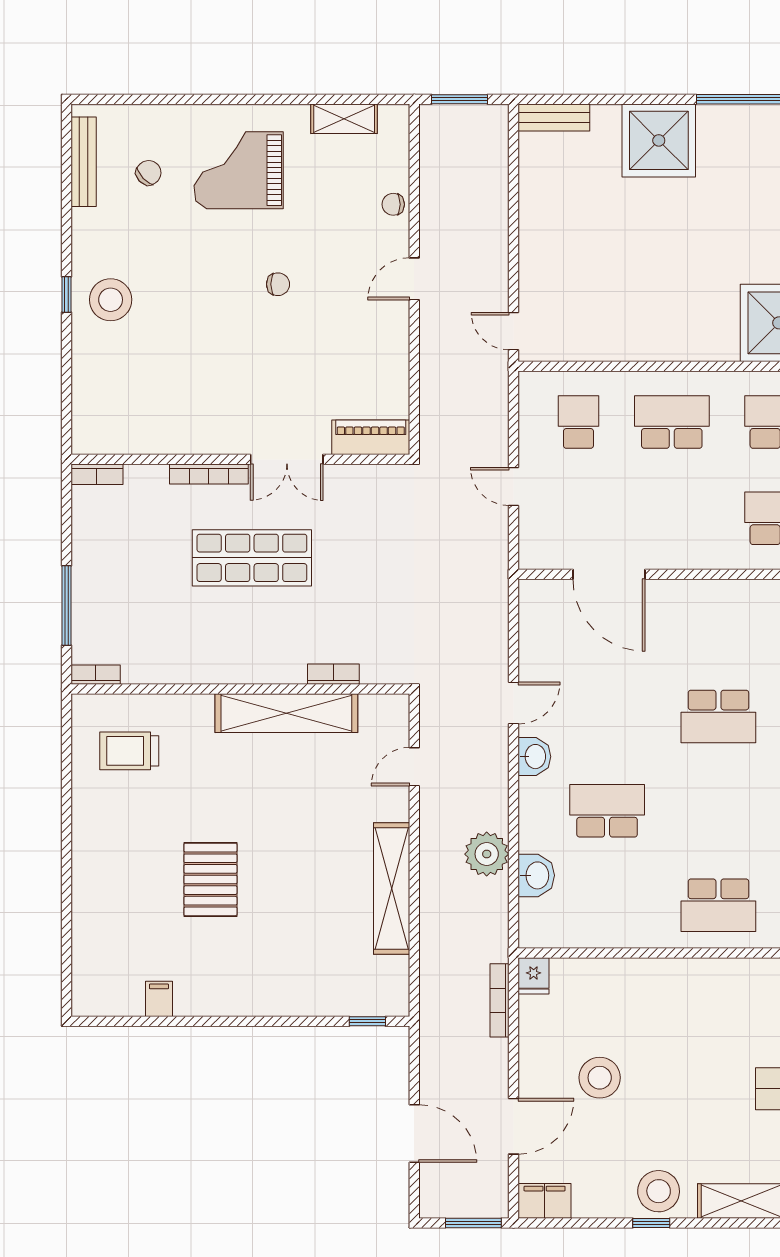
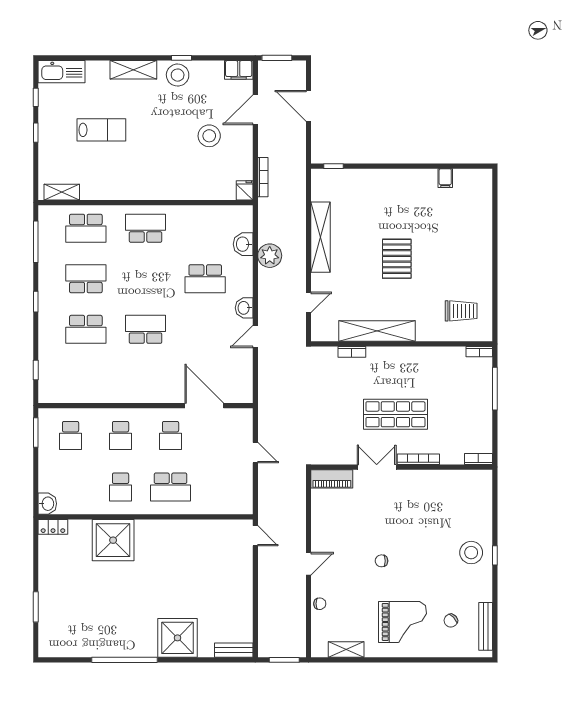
school desk: (578, 422) -> (171, 435), moved
pallet: (210, 879) -> (397, 259), moved

